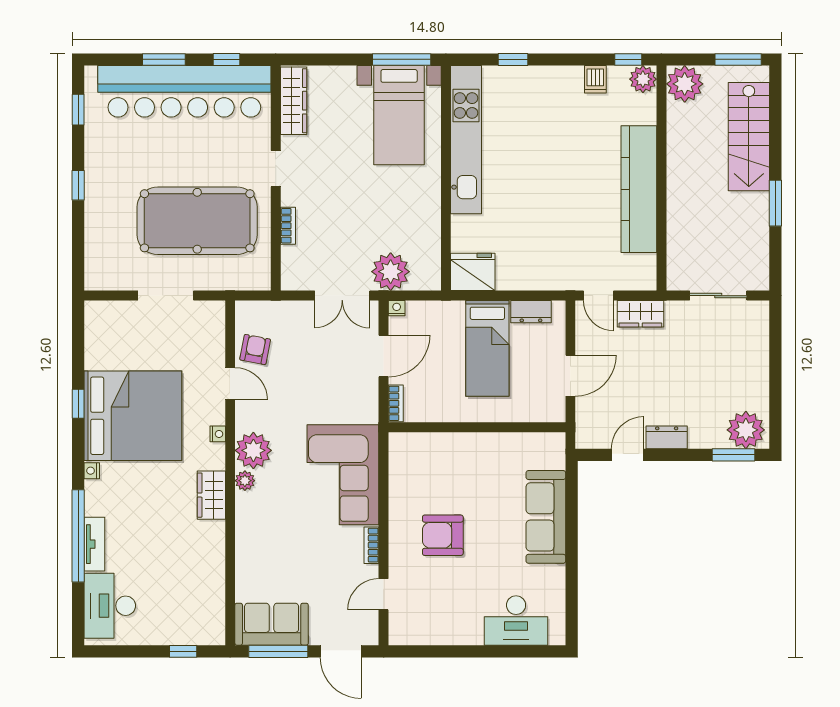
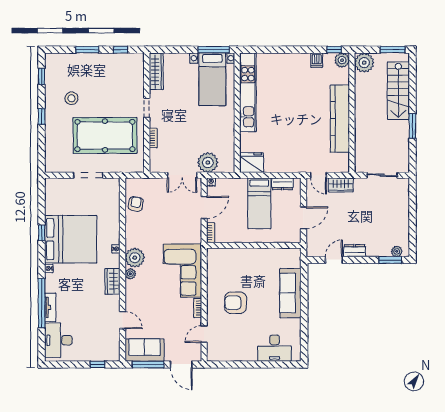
window: (513, 59) -> (273, 50), removed
bar counter: (184, 91) -> (98, 67), removed
stool: (134, 151) -> (71, 98), added
door: (230, 384) -> (122, 320), moved
plant: (746, 430) -> (397, 251), width x0.53, depth x0.53

